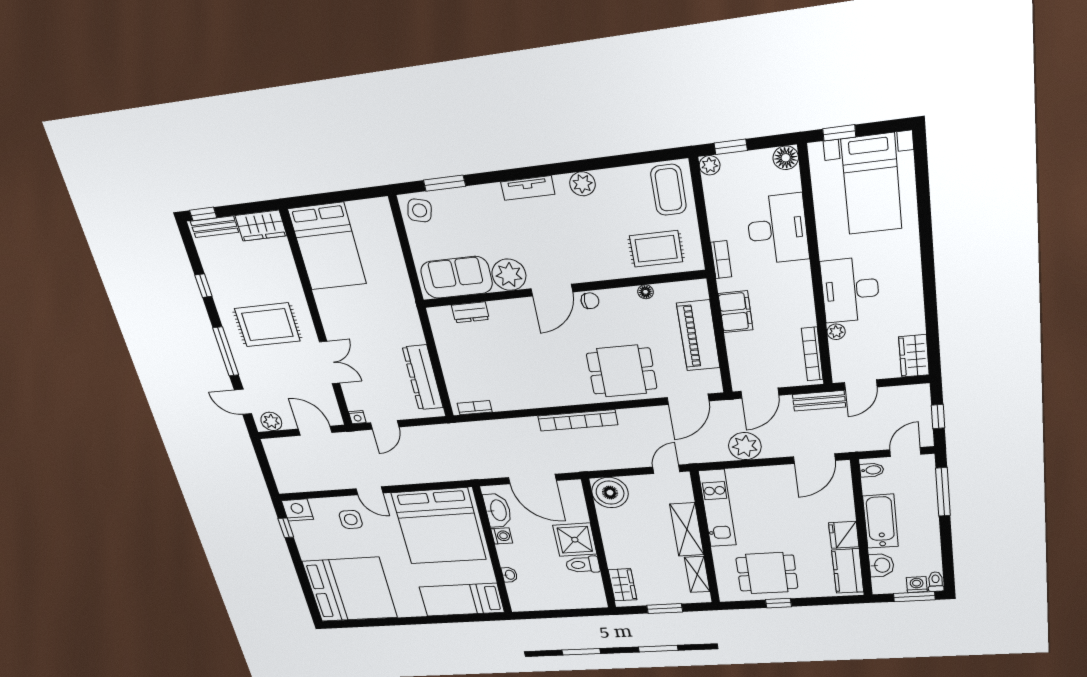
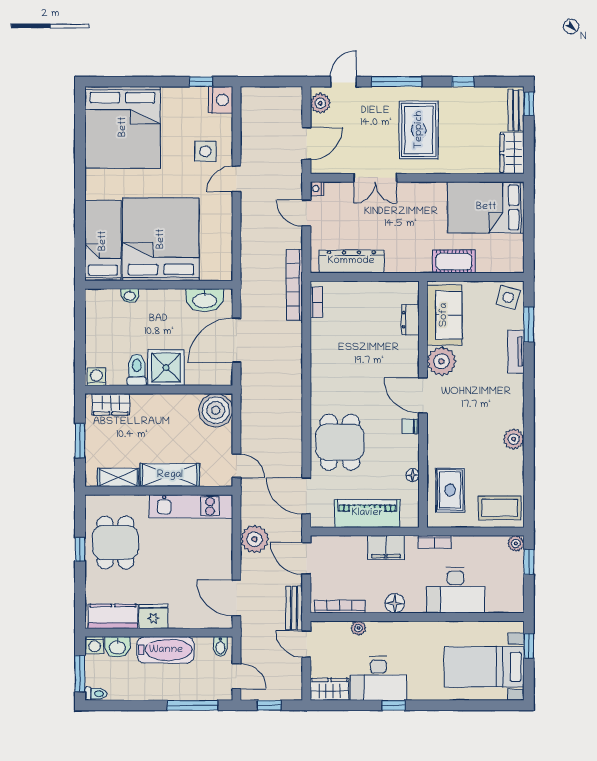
floor lamp: (786, 158) -> (395, 603), moved
tv unit: (528, 188) -> (516, 352), moved
cot: (395, 274) -> (454, 261), added
window: (929, 284) -> (394, 705), added
desk: (850, 290) -> (378, 678), moved, turned 180
chair: (590, 301) -> (410, 426), turned 90
bookcase: (578, 420) -> (294, 285), moved
bed: (439, 526) -> (161, 239), moved, turned 90
washing machine: (502, 536) -> (96, 377), moved, turned 180
washing machine: (917, 585) -> (95, 645), moved, turned 90

